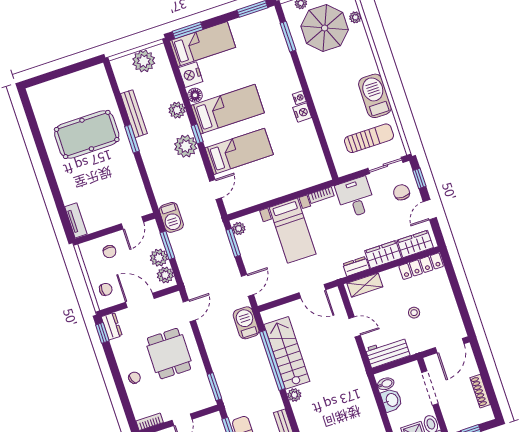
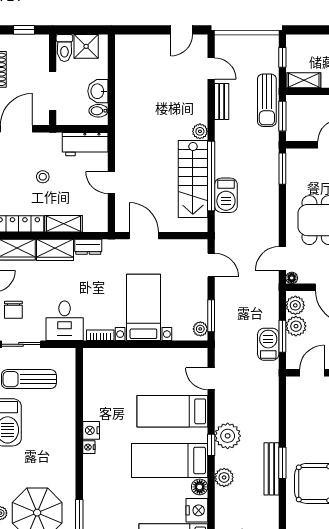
bench: (134, 114) -> (271, 469), moved
door: (216, 189) -> (211, 379), hinge flipped
barbecue: (171, 217) -> (268, 344), moved
door: (247, 285) -> (211, 265), swing flipped
shelving: (365, 285) -> (64, 224), moved
floor lamp: (176, 297) -> (292, 278), added
barbecue: (246, 323) -> (226, 195), moved

